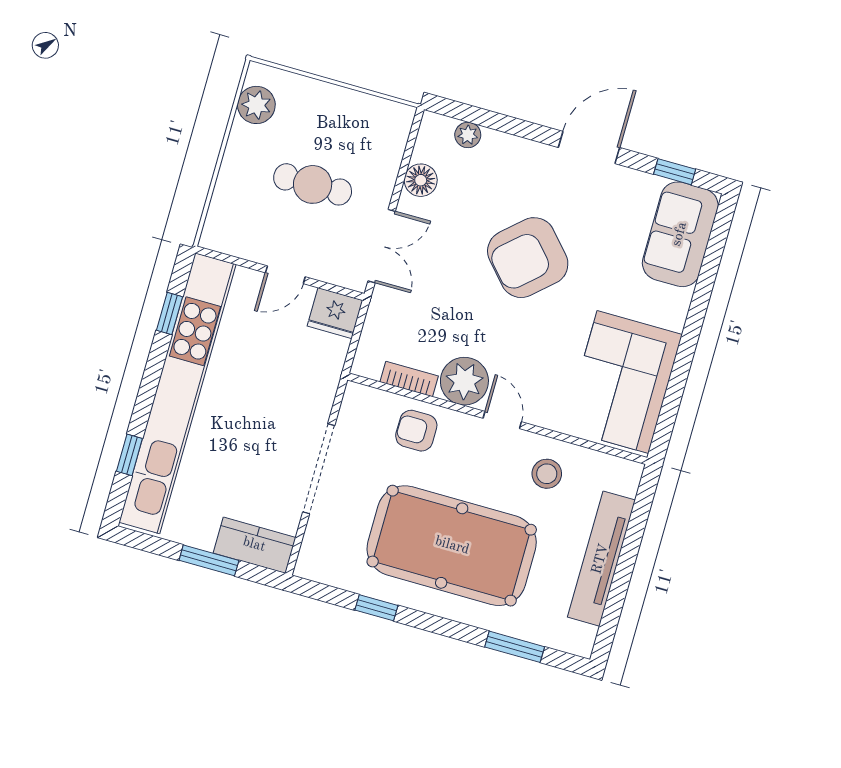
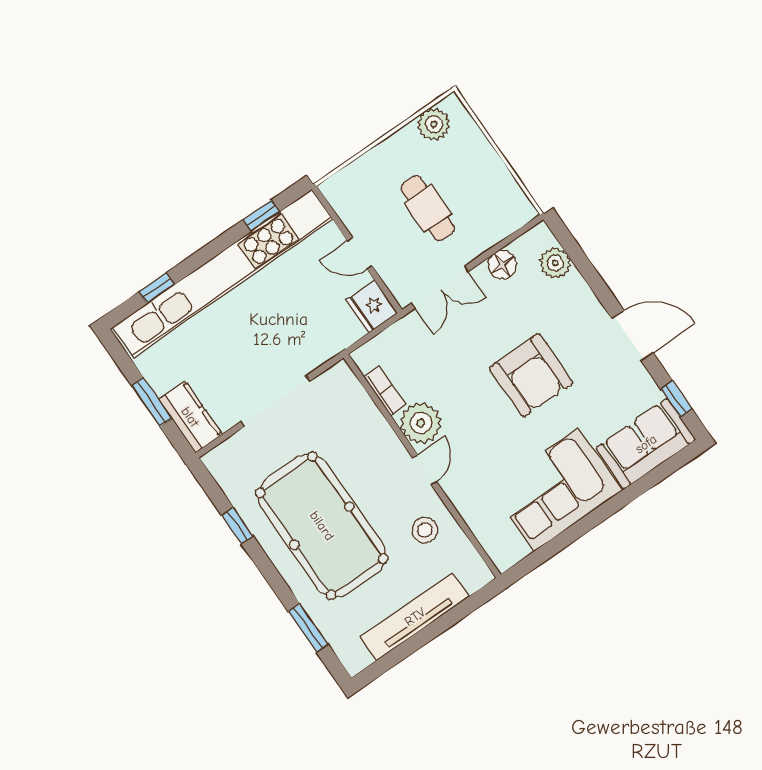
plant: (468, 135) -> (555, 263), width x1.38, depth x1.38
armchair: (528, 258) -> (531, 375), turned -138
corner sofa: (623, 382) -> (556, 490), moved
armchair: (416, 431) -> (361, 430), removed

